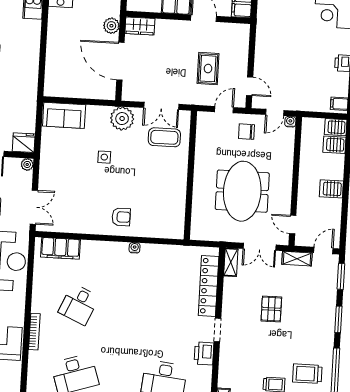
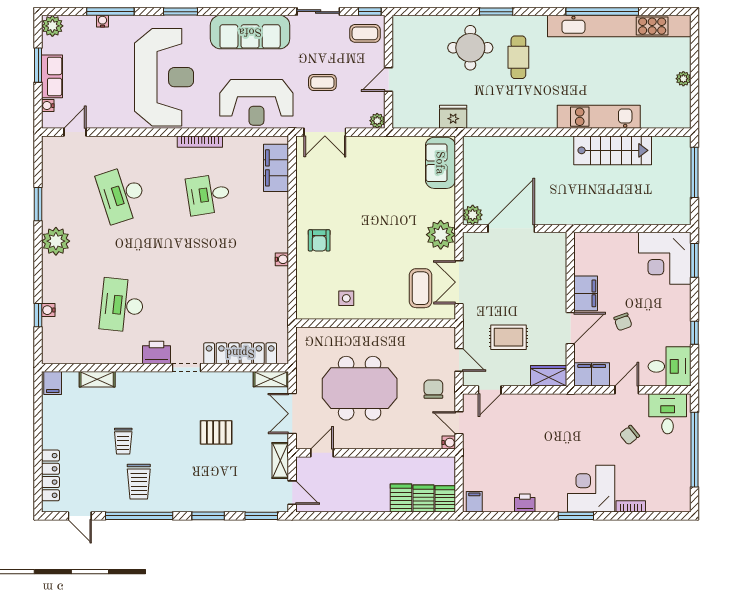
plant: (111, 26) -> (473, 215), moved
wardrobe: (140, 26) -> (549, 376), moved, turned 90
fridge: (24, 143) -> (453, 117), moved, turned -90
side table: (104, 157) -> (346, 298), moved
server rack: (331, 189) -> (401, 498), moved
desk: (79, 304) -> (208, 194), turned -33
bookcase: (34, 332) -> (200, 142), moved
trolley: (307, 374) -> (139, 482), turned 180

